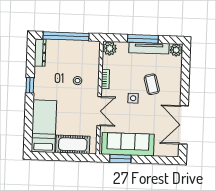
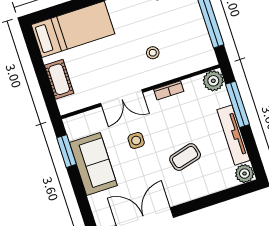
window: (143, 39) -> (238, 104), moved
side table: (133, 98) -> (136, 140), moved
cot: (73, 144) -> (59, 79), width x0.73, depth x0.75
sofa: (128, 144) -> (93, 164), width x0.73

